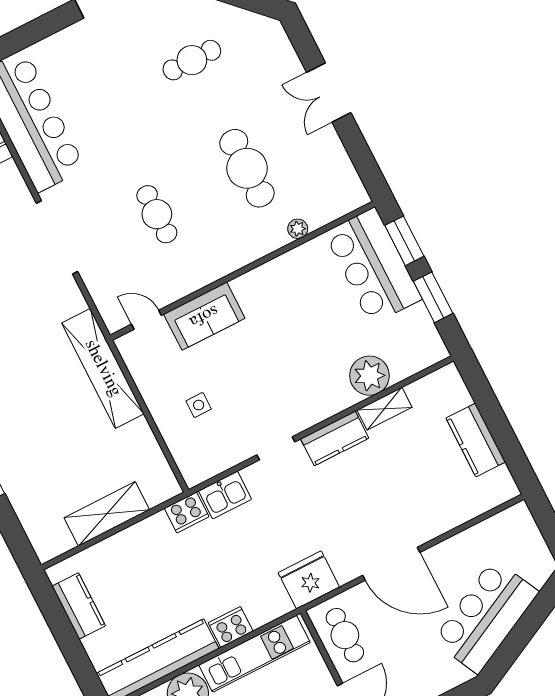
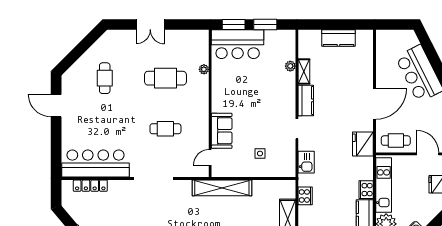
plant: (369, 376) -> (290, 66), width x0.53, depth x0.53
cooker: (187, 512) -> (305, 196), moved

